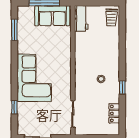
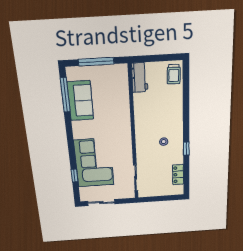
sofa: (52, 16) -> (80, 101), moved, turned -90
window: (14, 30) -> (65, 95), width x1.44
corner sofa: (34, 78) -> (94, 163), moved

